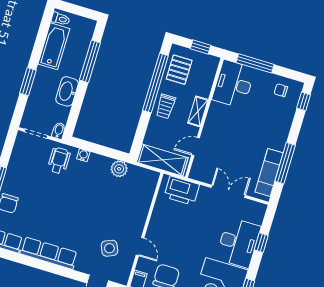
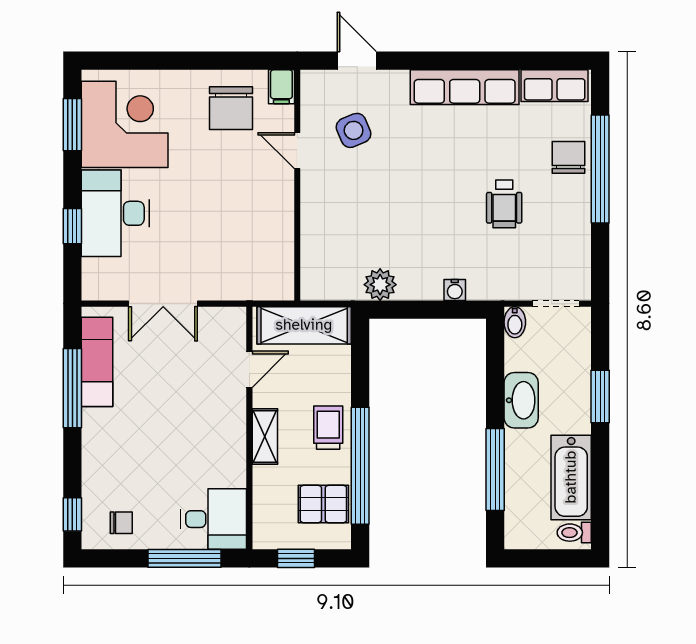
pallet: (179, 70) -> (323, 504), turned 90
desk: (233, 84) -> (213, 519), width x0.73
wheelchair: (59, 161) -> (504, 204), moved
printer: (182, 191) -> (251, 279), removed

